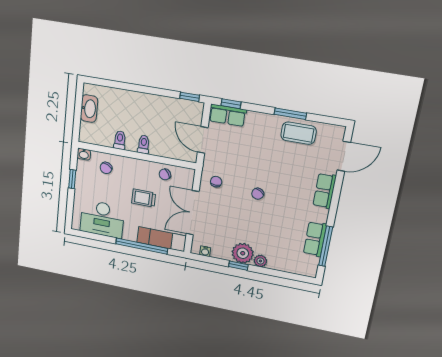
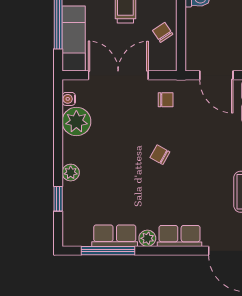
door: (203, 140) -> (216, 75), swing flipped
plant: (322, 215) -> (147, 238), added
plant: (243, 253) -> (76, 121), moved
window: (238, 266) -> (58, 199), moved

